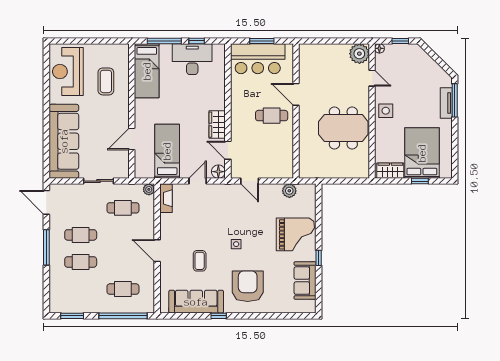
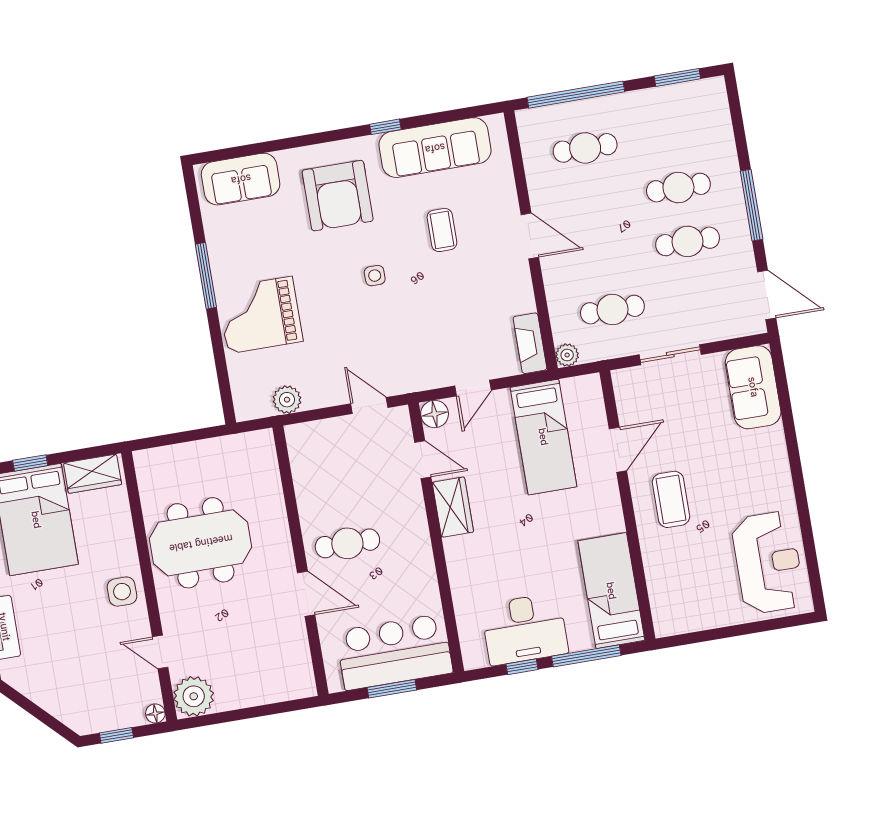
coffee table: (106, 81) -> (671, 499), moved
sofa: (64, 141) -> (753, 387), width x0.54, depth x0.79
window: (319, 258) -> (206, 276), width x2.17
sofa: (305, 281) -> (241, 179), moved, turned 90

